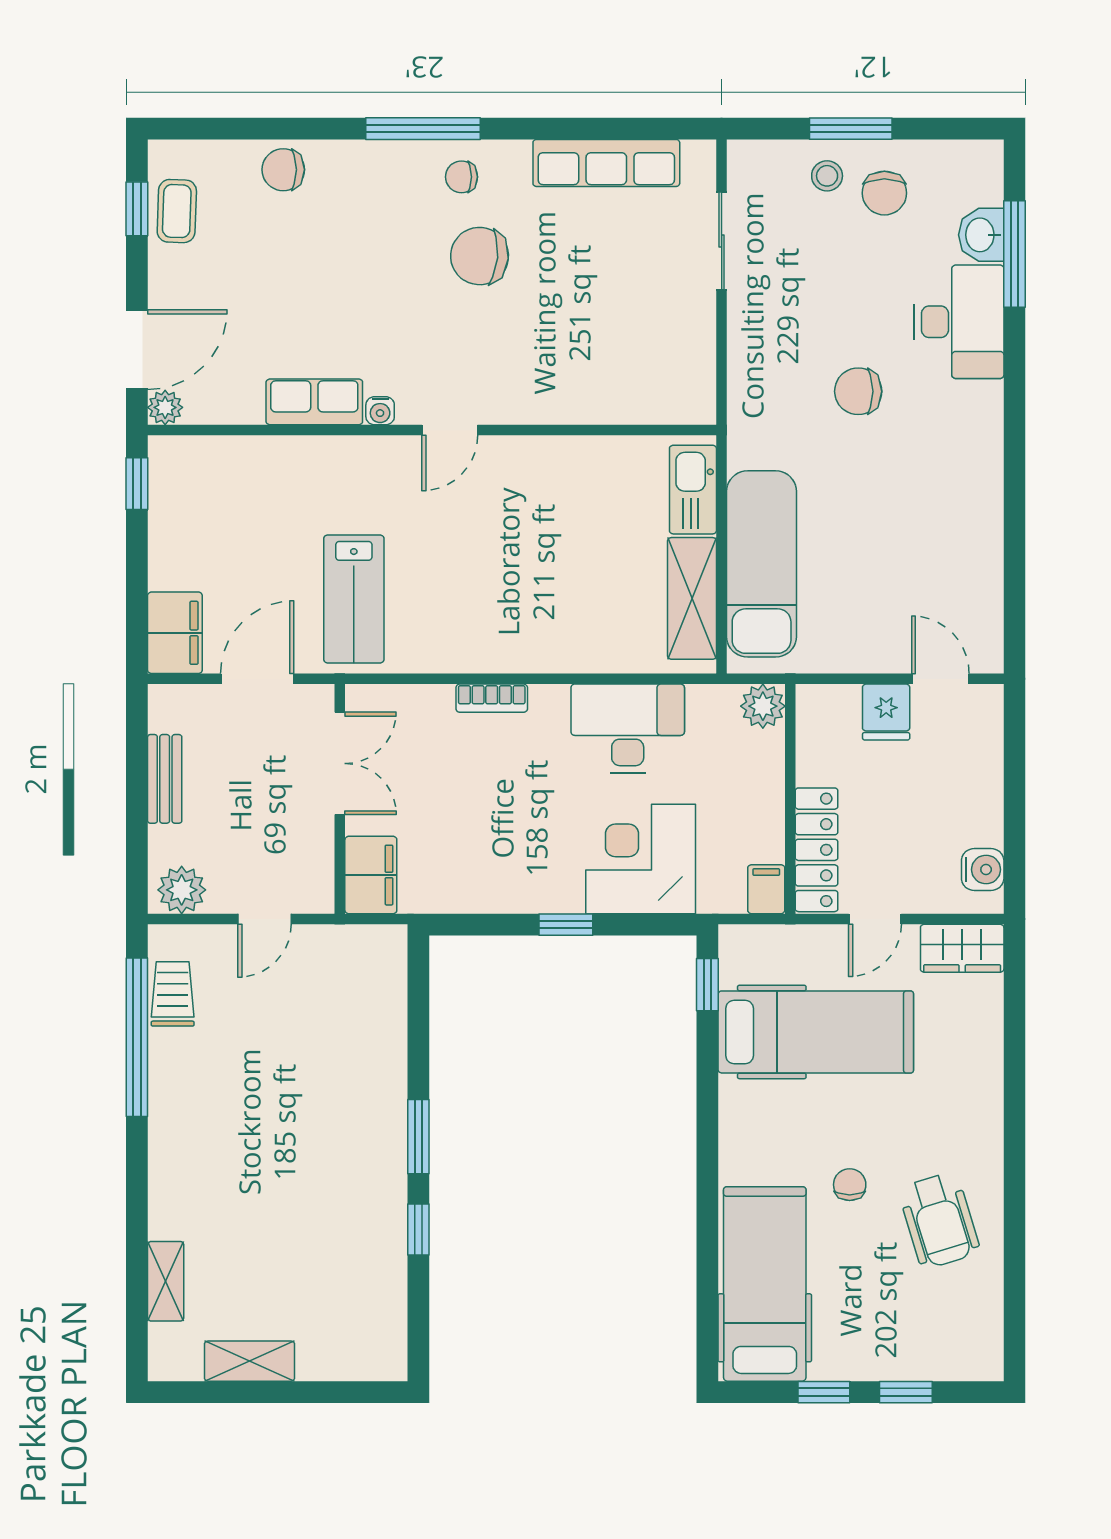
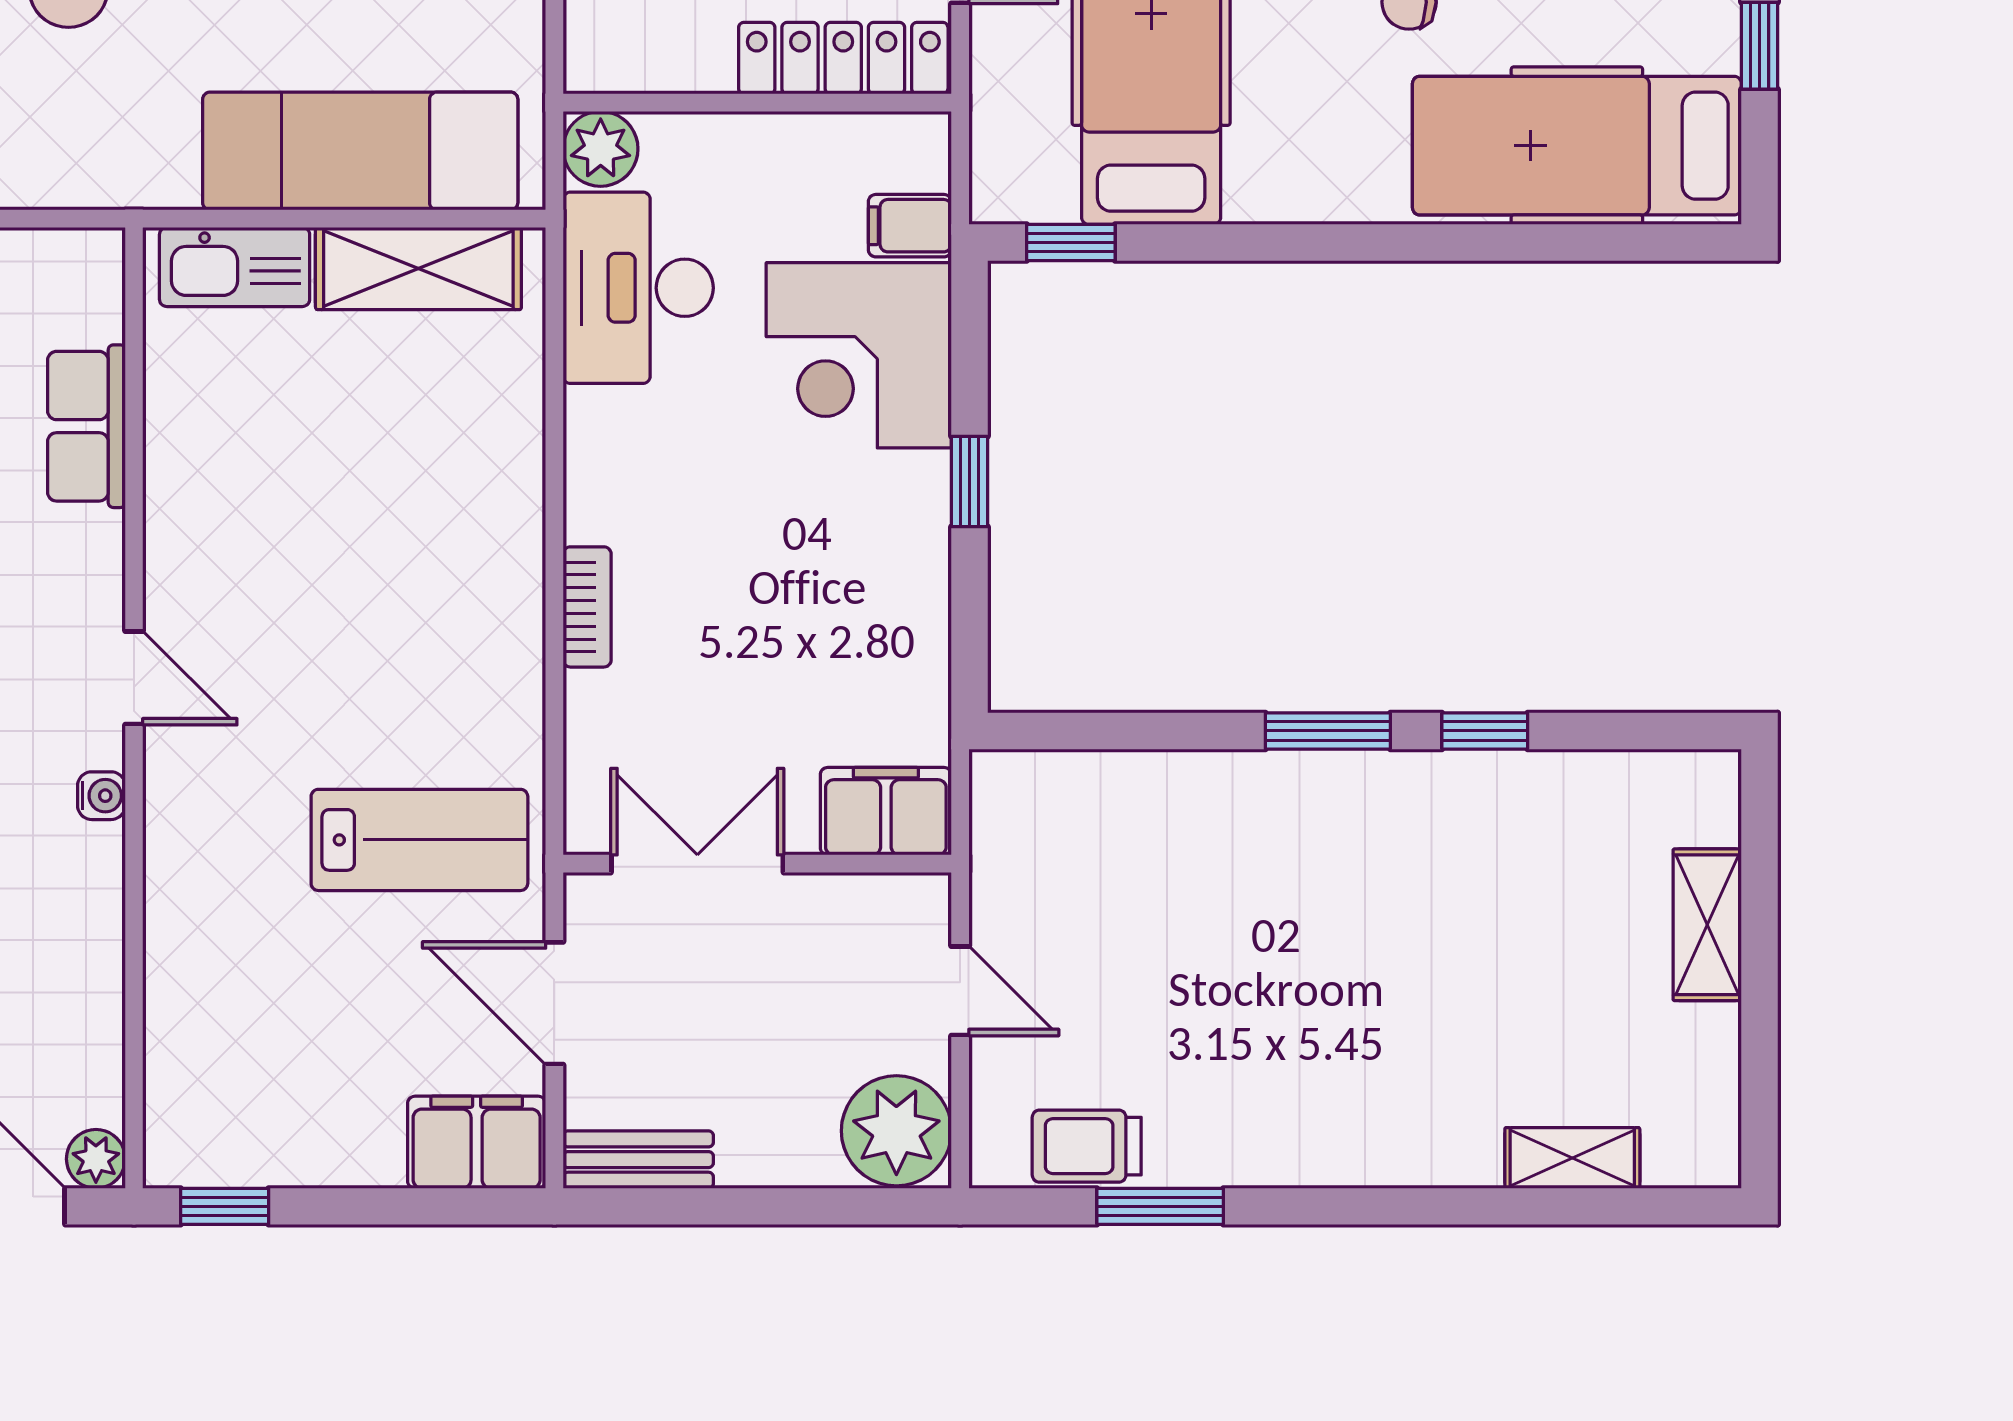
row of seats: (314, 402) -> (86, 426), moved
desk: (628, 728) -> (638, 288), moved
bench: (165, 779) -> (638, 1160), moved
filing cabinet: (766, 889) -> (910, 226), moved
plant: (182, 890) -> (896, 1131), width x1.36, depth x1.36
window: (137, 1037) -> (1160, 1206), width x0.47
shelving: (249, 1361) -> (1707, 925), moved

